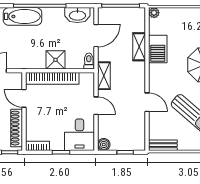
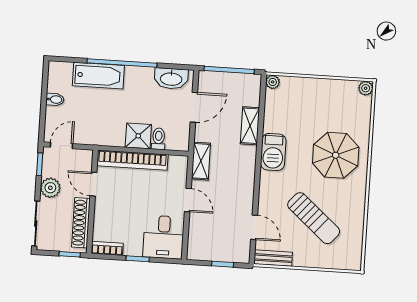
barbecue: (158, 49) -> (273, 152), moved
toilet: (89, 61) -> (159, 139), moved
door: (147, 102) -> (254, 227), moved
boiler: (104, 145) -> (195, 252), removed

